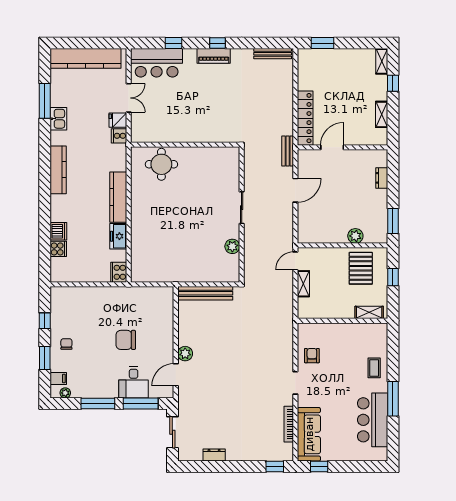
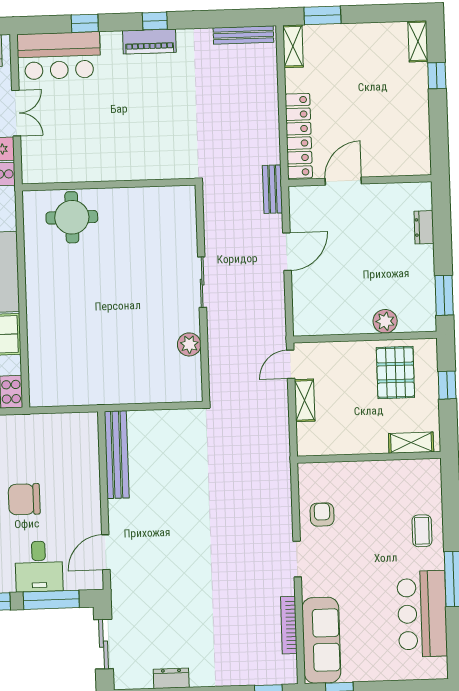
shelving: (382, 114) -> (293, 46), moved
bench: (205, 293) -> (117, 455), moved, turned 90
plant: (185, 354) -> (120, 518), removed

